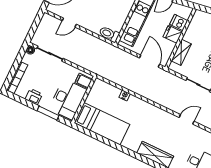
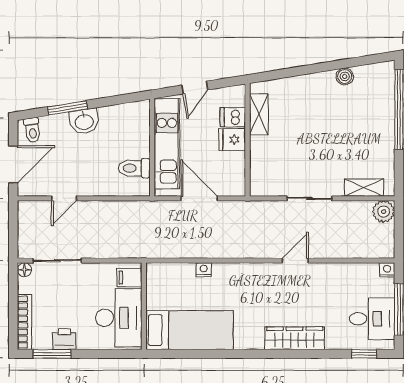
toilet: (109, 34) -> (134, 168), moved
shelving: (181, 52) -> (259, 114), moved
door: (149, 61) -> (199, 198), moved
window: (48, 113) -> (52, 354), moved
door: (187, 119) -> (295, 261), moved

